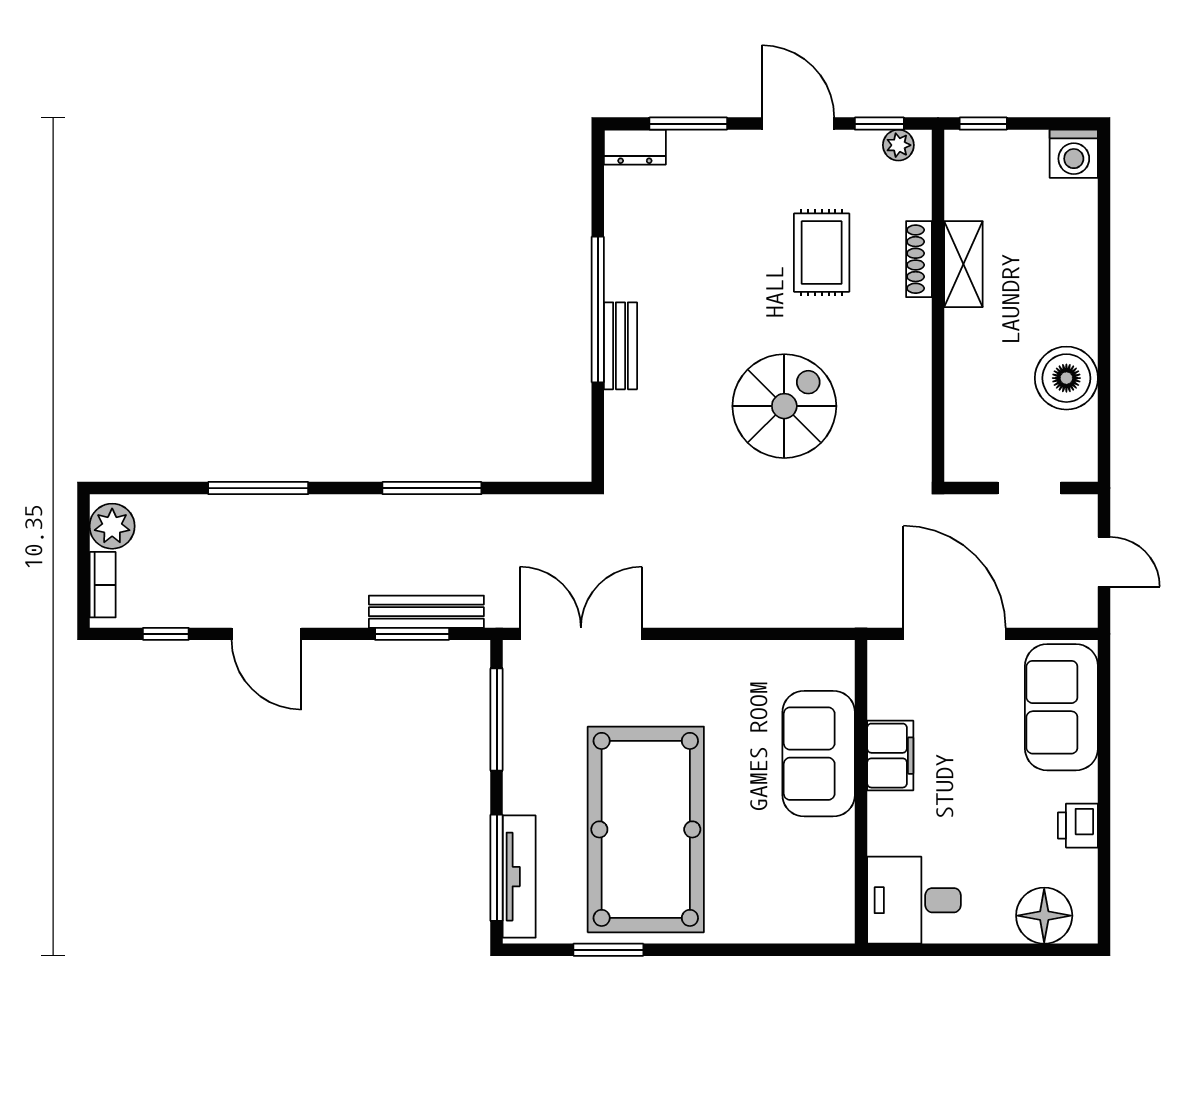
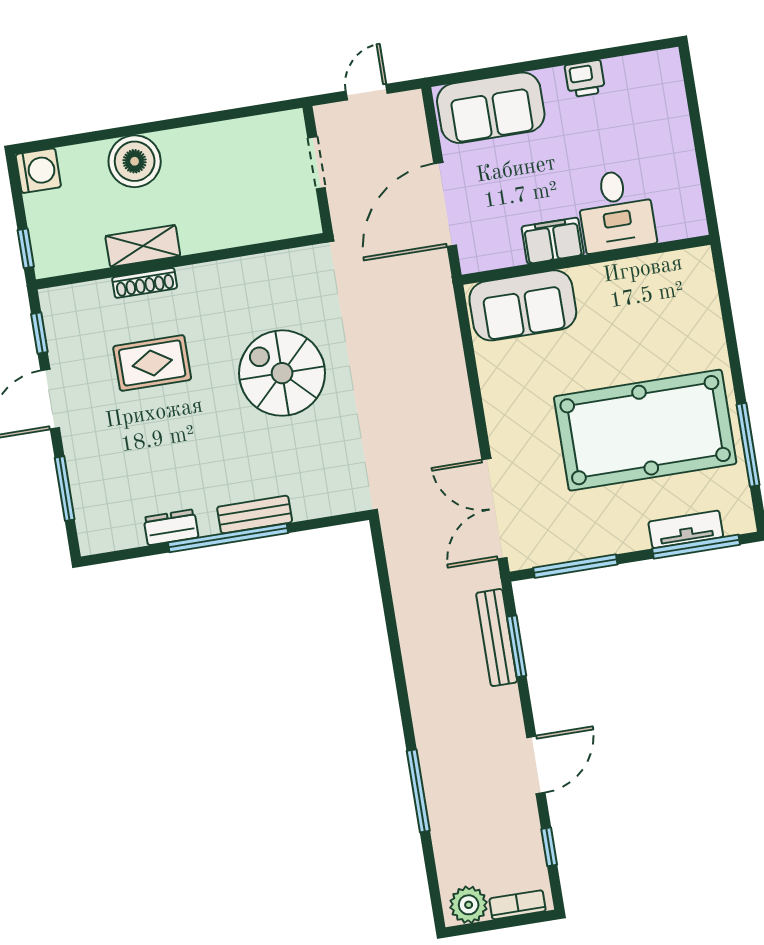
plant: (898, 145) -> (54, 315), removed
dresser: (635, 147) -> (171, 527), moved, turned -90
boiler: (1066, 378) -> (135, 161), moved
window: (432, 488) -> (395, 649), removed
sofa: (819, 754) -> (523, 305), moved
tv unit: (519, 877) -> (686, 529), width x0.71
desk: (914, 900) -> (616, 211), moved
floor lamp: (1044, 916) -> (663, 94), removed
window: (608, 950) -> (748, 445), width x1.44

